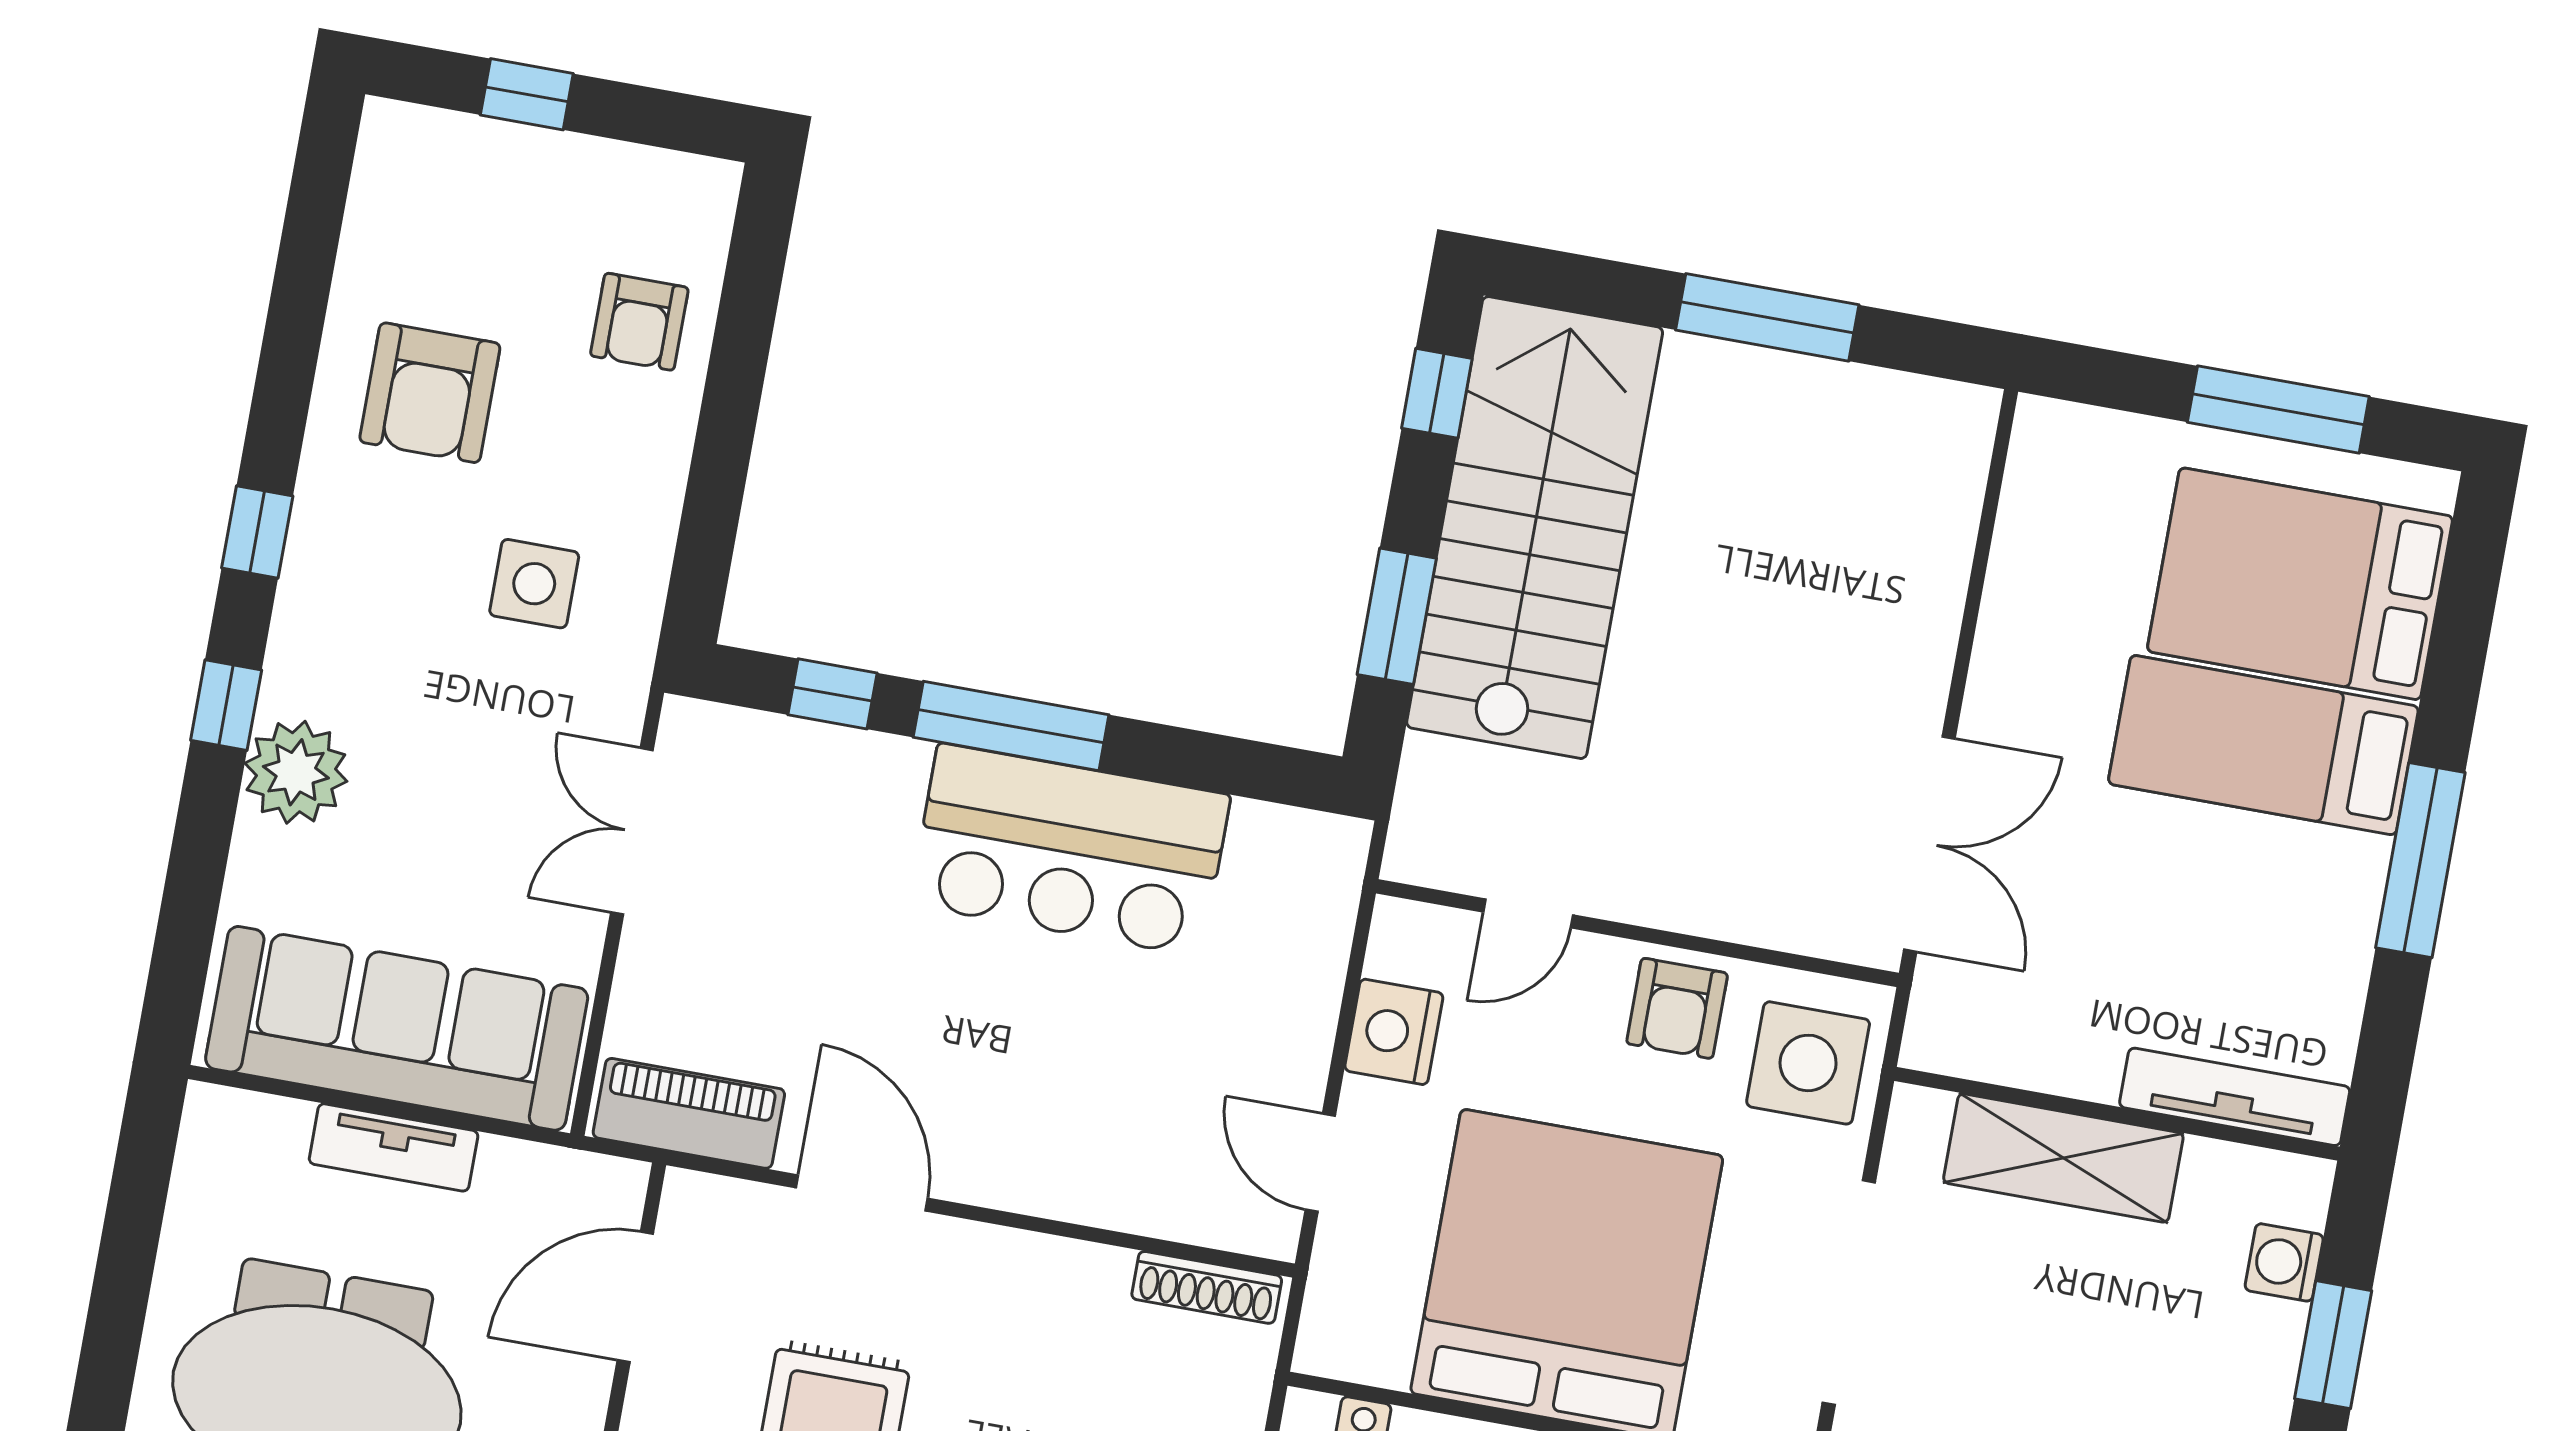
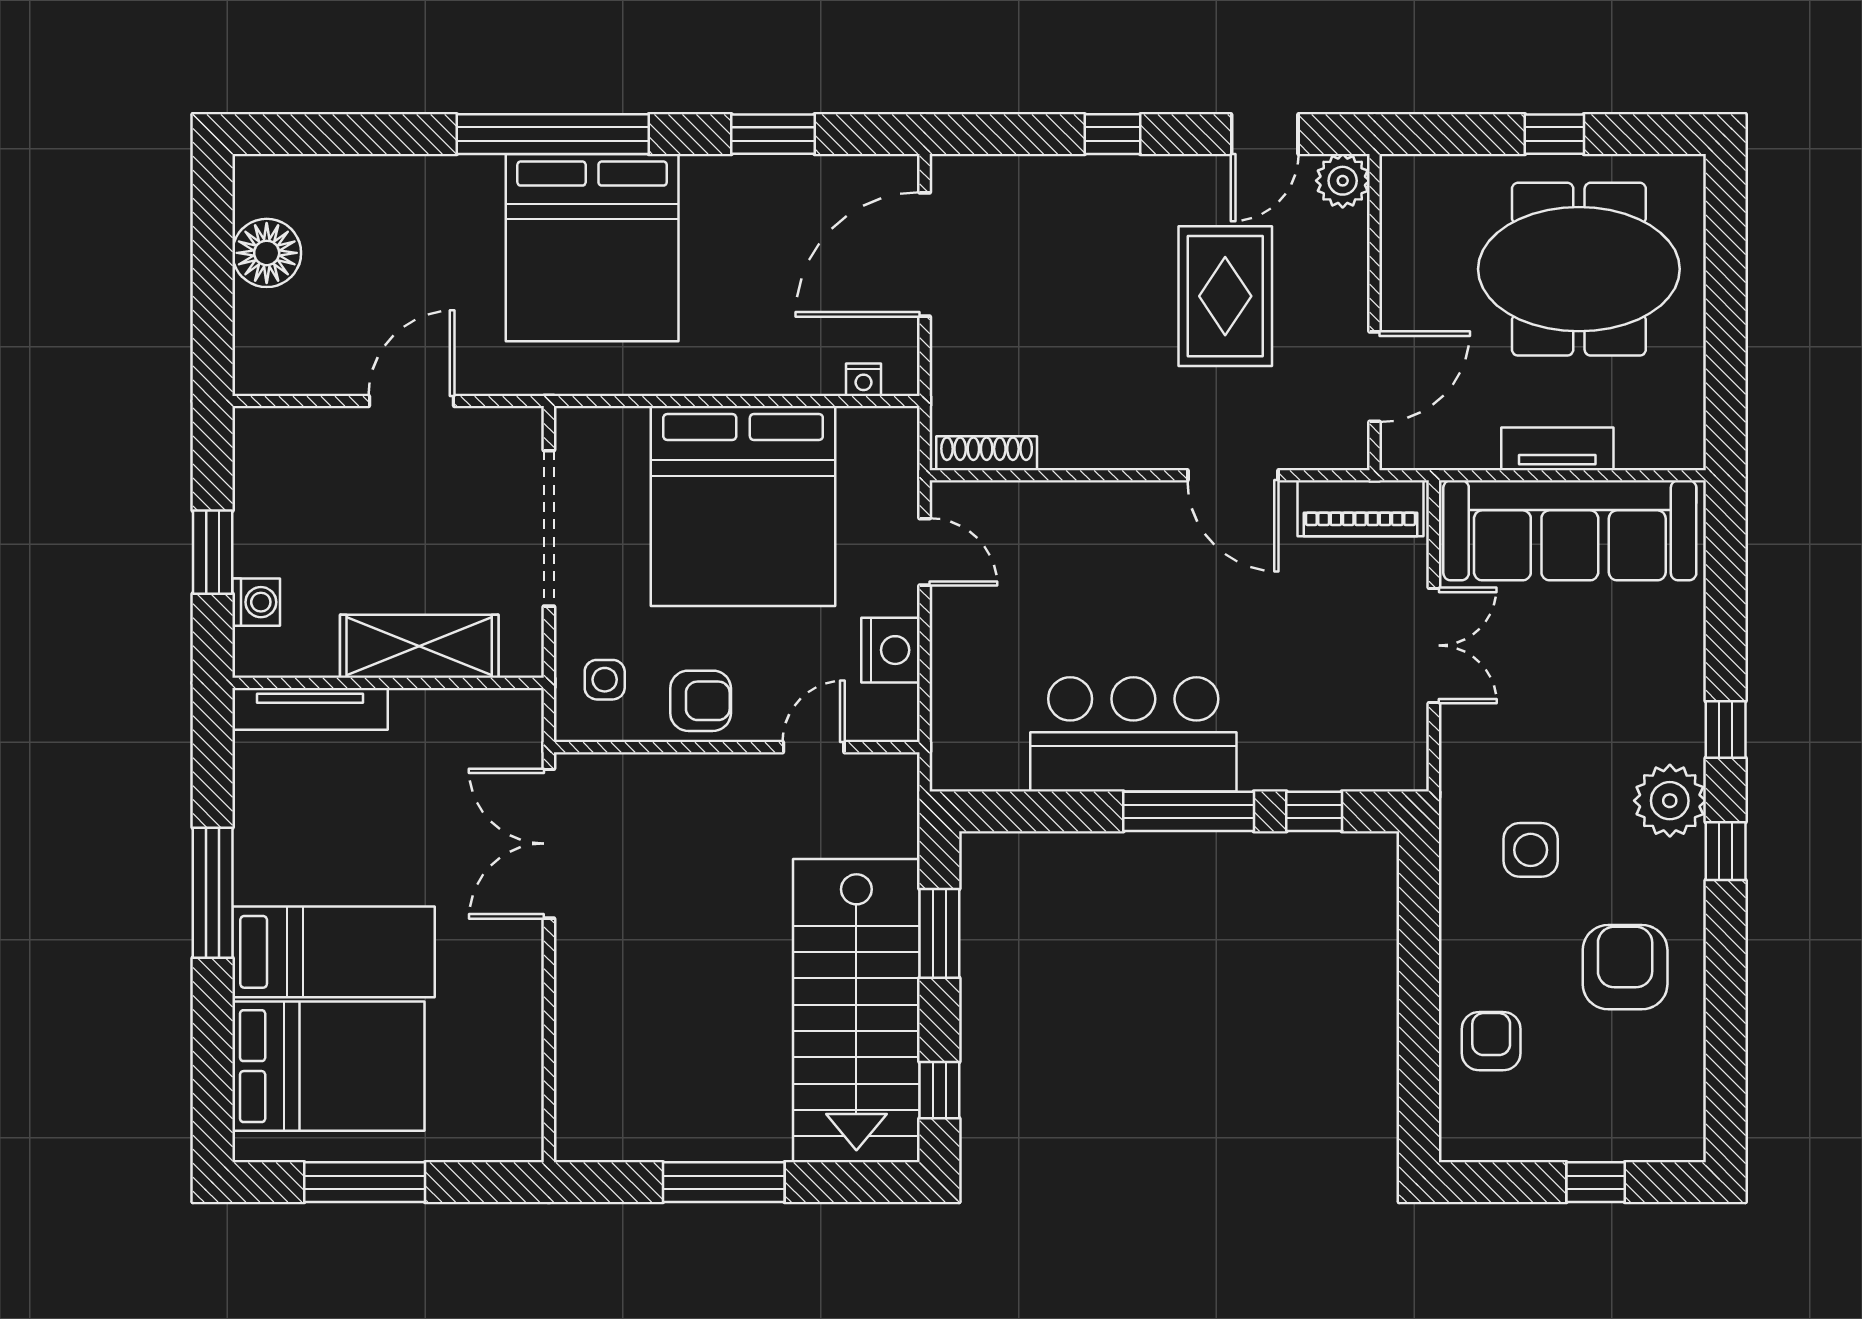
plant: (296, 772) -> (1670, 801), moved
double door: (632, 831) -> (1434, 645), moved
armchair: (1677, 1008) -> (701, 701), turned 90
side table: (1808, 1063) -> (605, 680), width x0.54, depth x0.54

